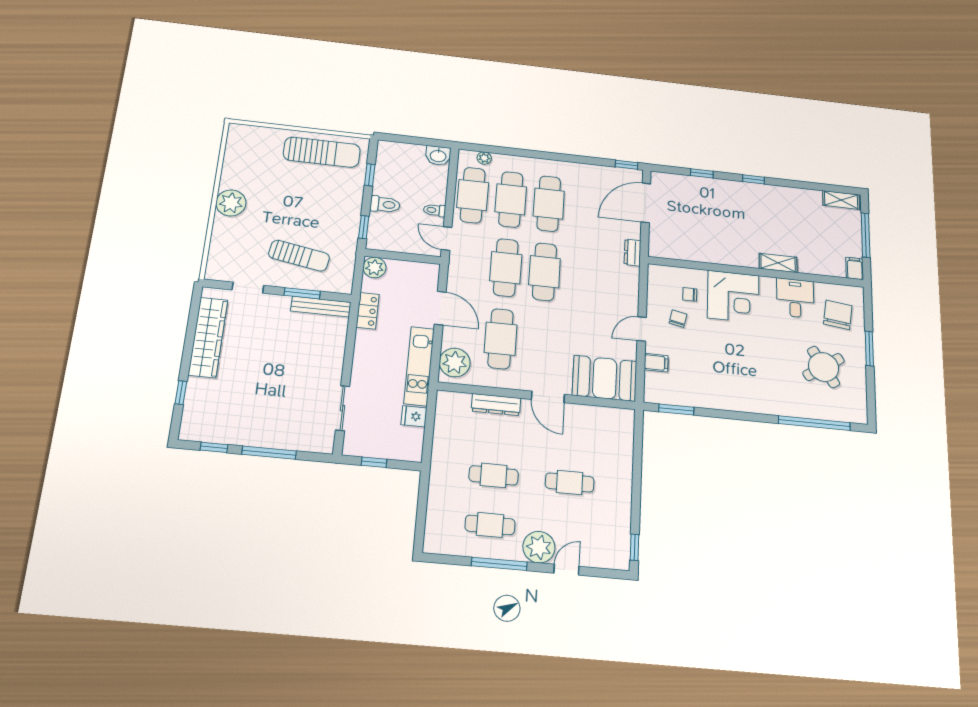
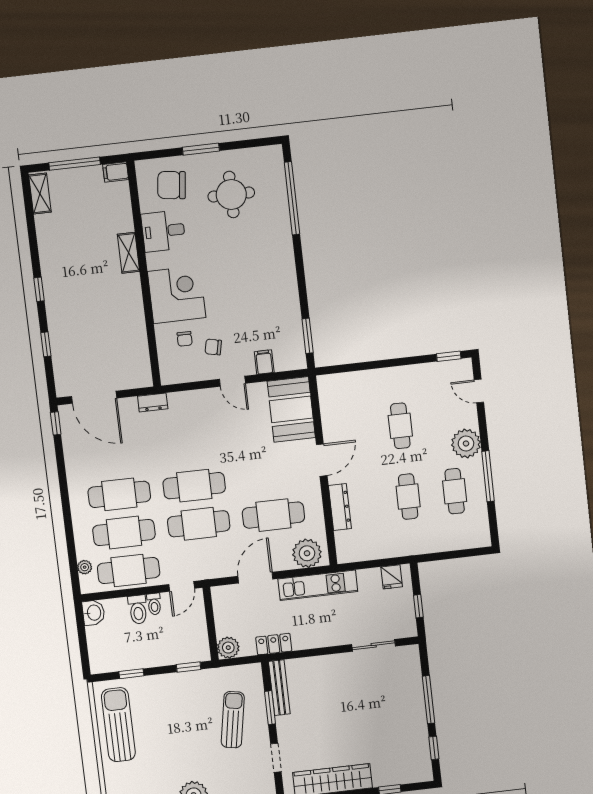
toilet: (385, 205) -> (138, 610), moved, turned 180
round table: (824, 367) -> (231, 195), turned 33
fridge: (414, 416) -> (392, 577), moved
door: (566, 570) -> (479, 391), moved

